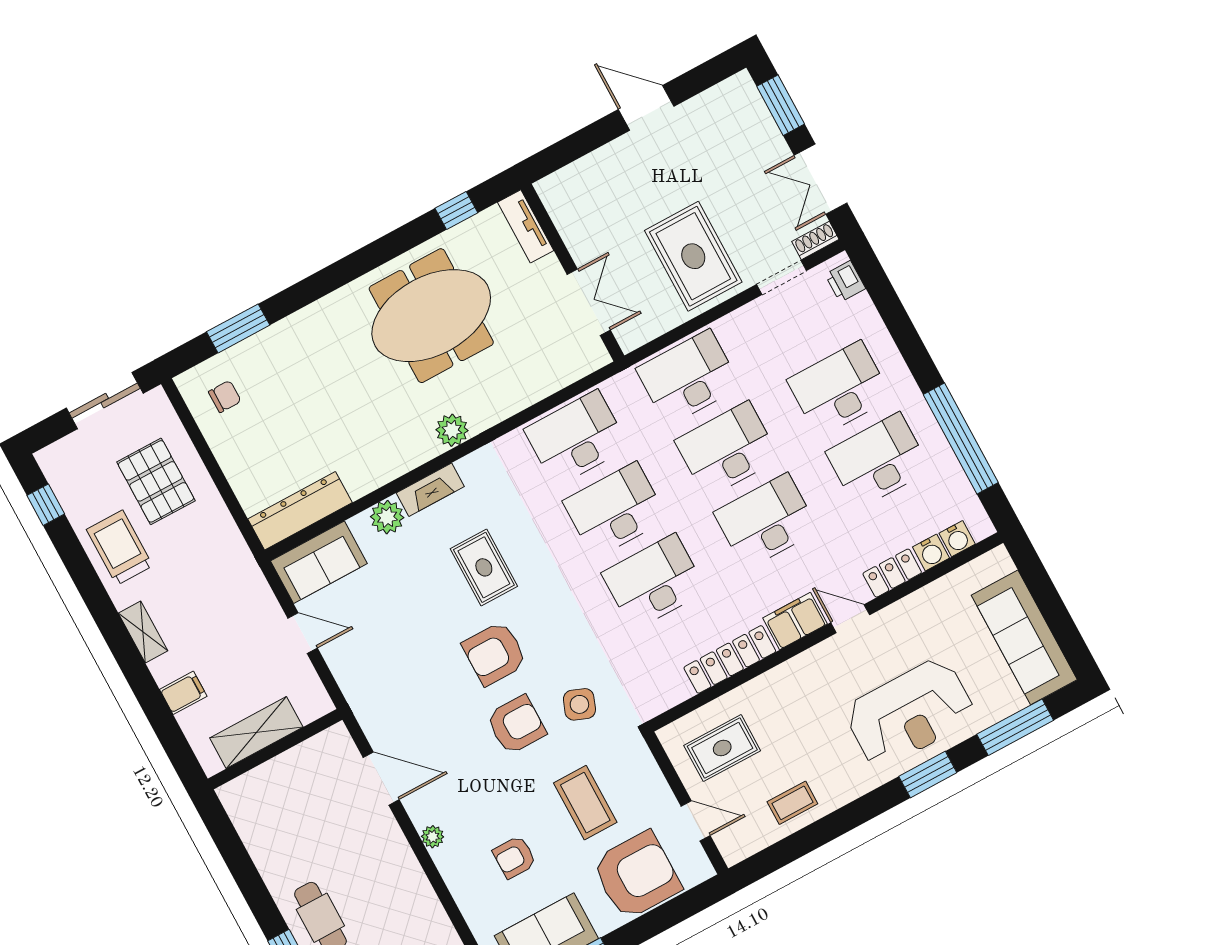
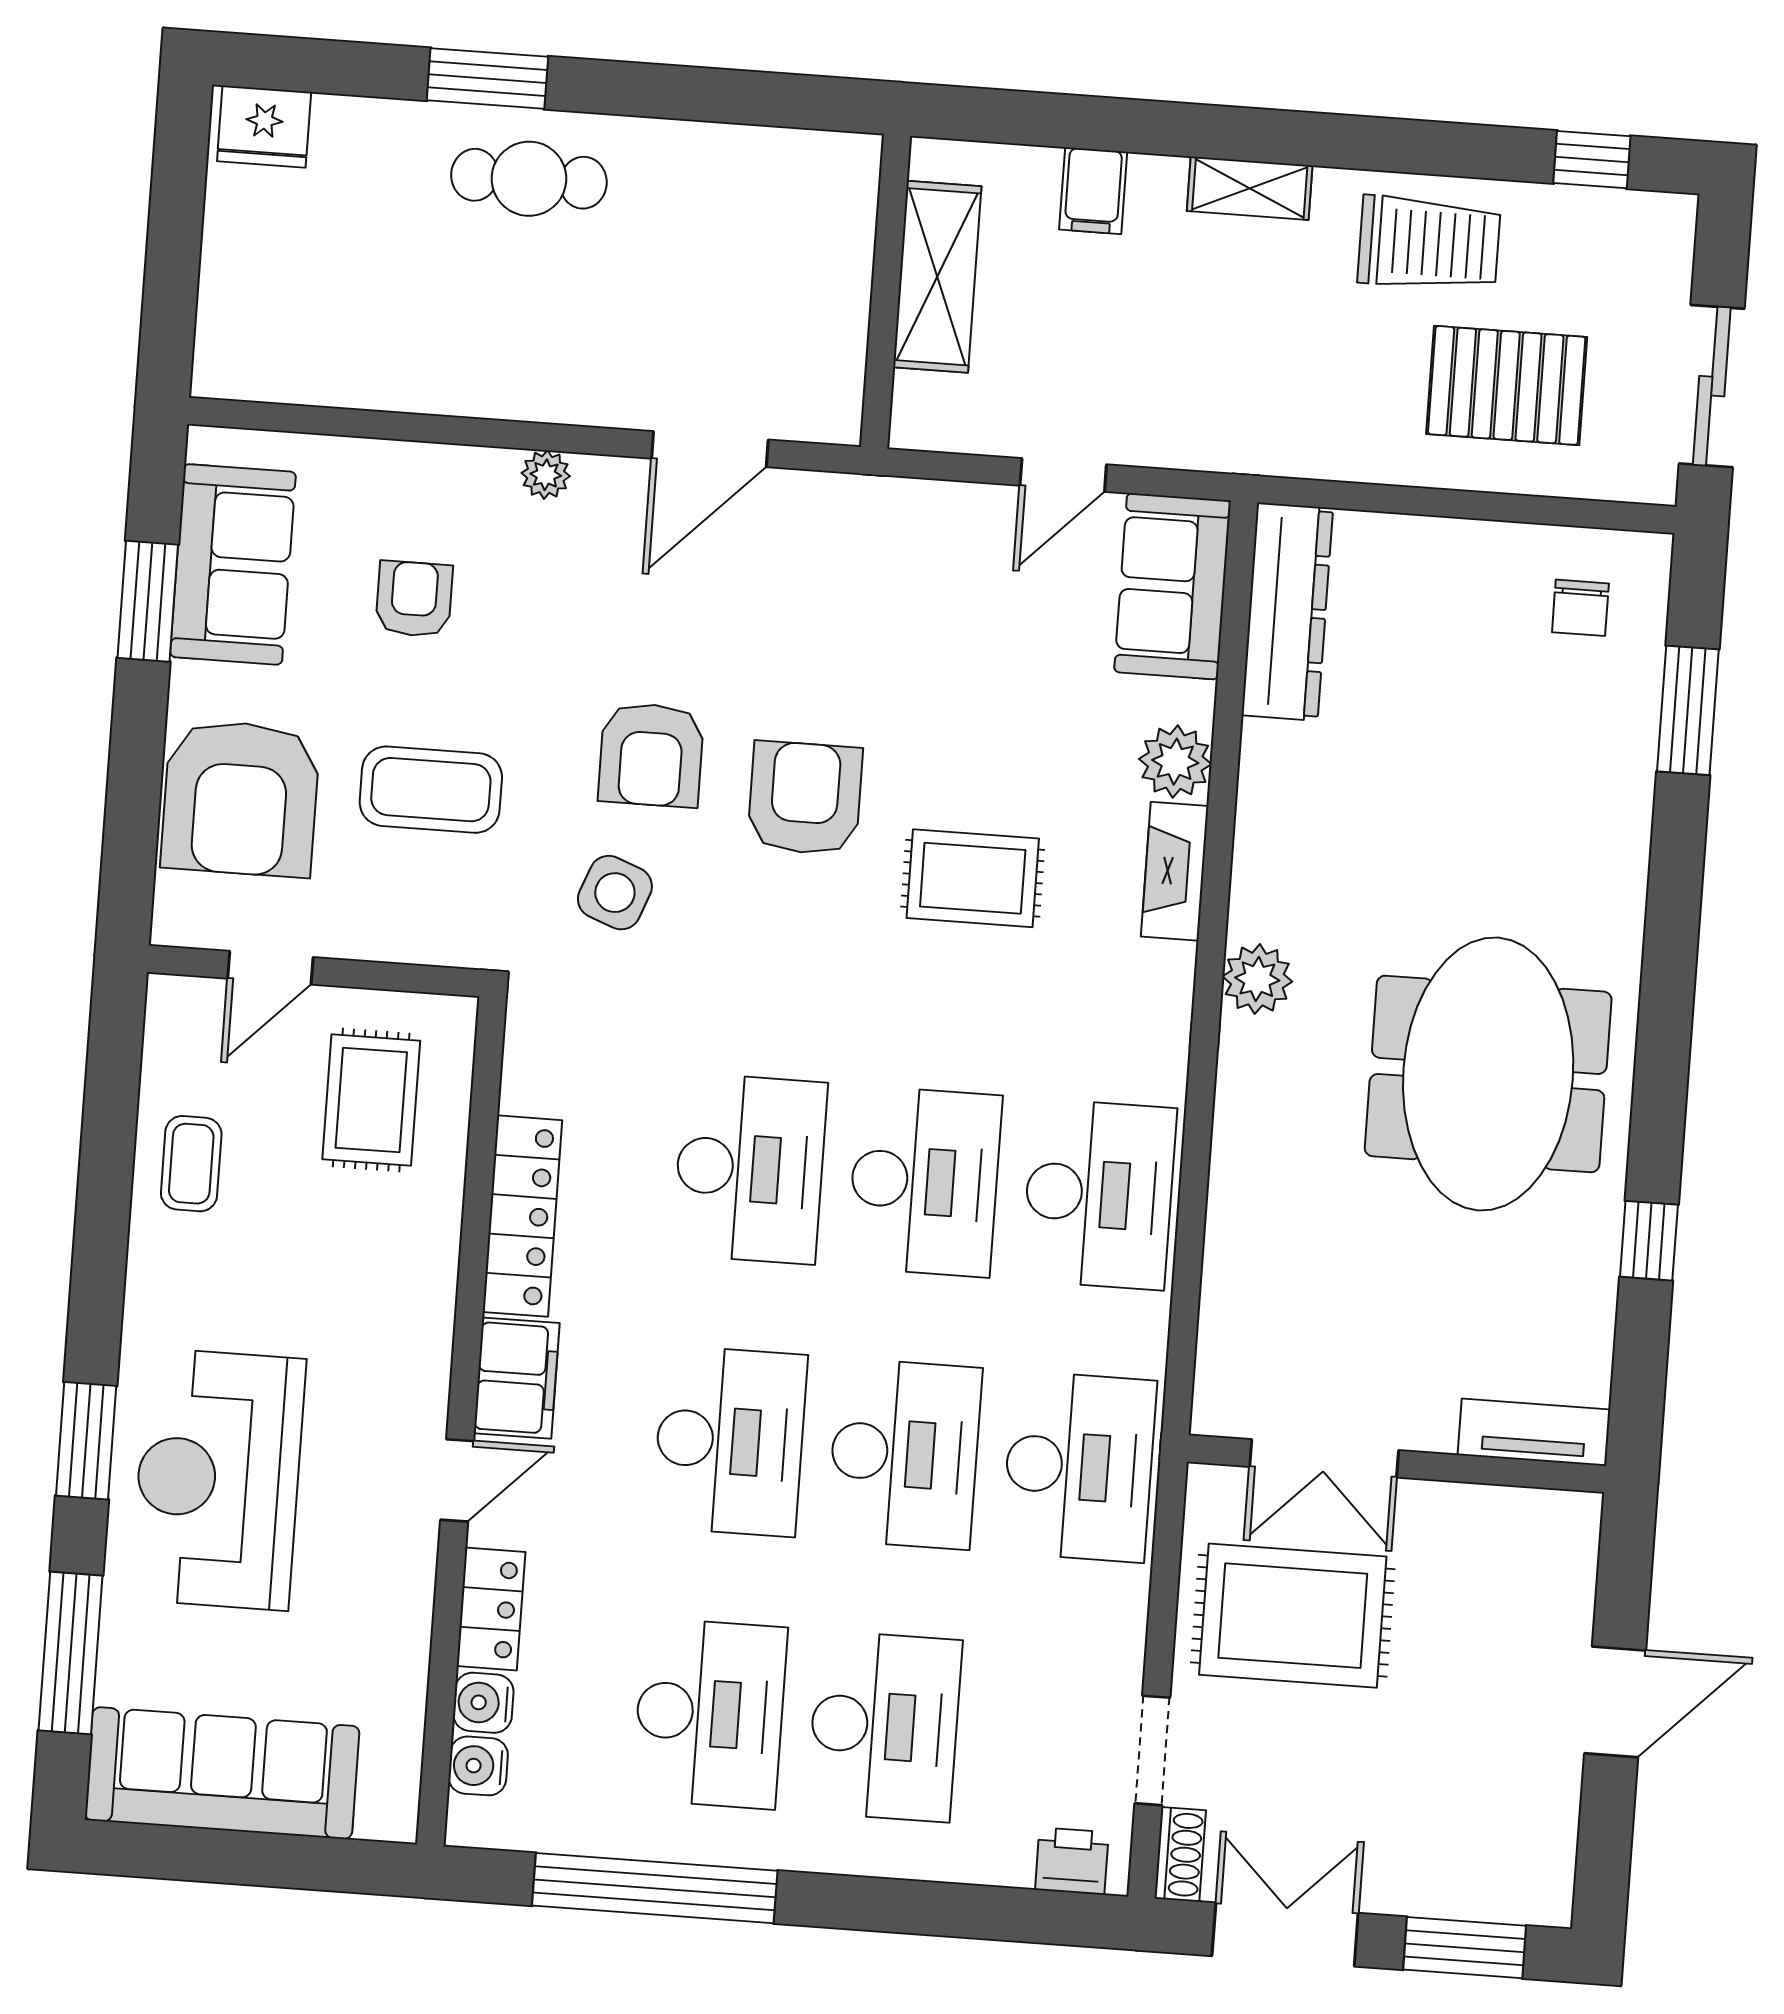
tv unit: (526, 226) -> (1534, 1432), moved
wall: (573, 273) -> (1396, 1464), moved
double door: (589, 302) -> (1324, 1458), moved

